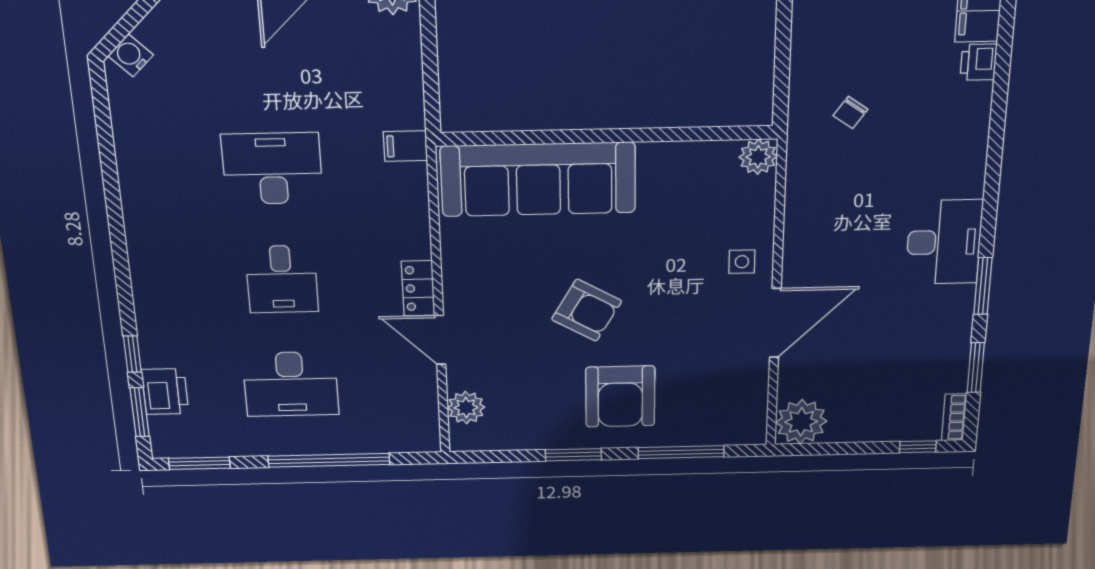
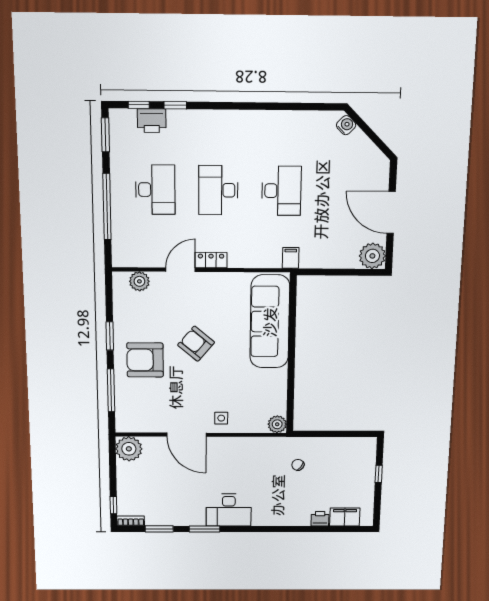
desk: (282, 279) -> (218, 190), width x1.37
armchair: (587, 310) -> (196, 344), turned 100
desk: (291, 384) -> (155, 190), turned 180
window: (140, 412) -> (139, 105), width x0.67

